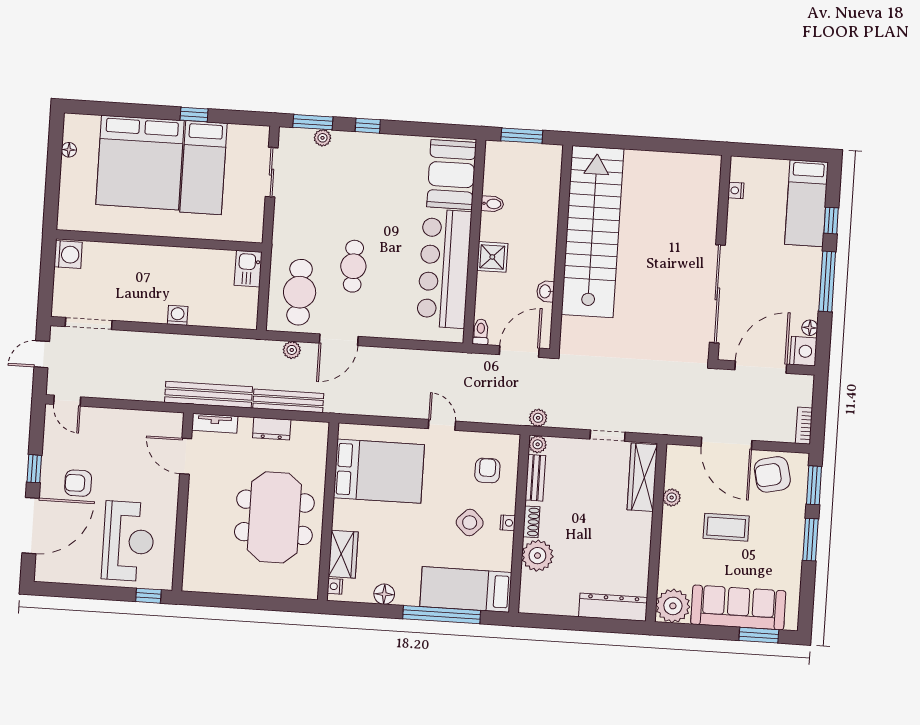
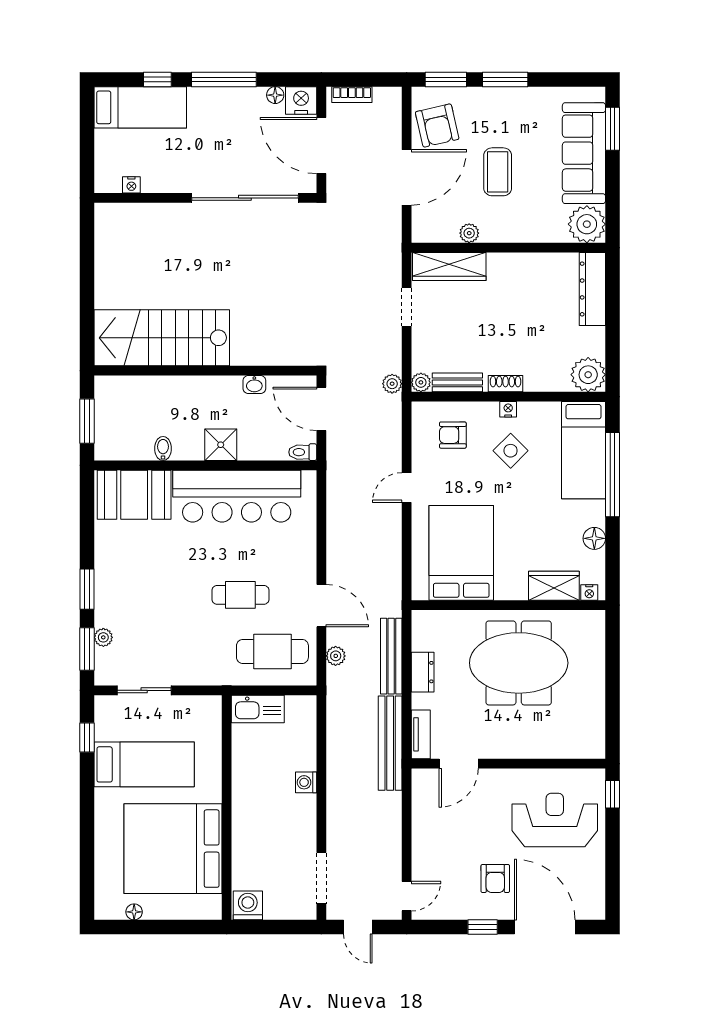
window: (194, 114) -> (87, 738), moved
window: (368, 126) -> (87, 589), width x1.50
bed: (140, 163) -> (173, 849), moved, turned 180
stairs: (592, 232) -> (162, 338), width x0.73
kitchen sink: (248, 269) -> (258, 709), width x1.38
bookcase: (804, 426) -> (352, 95), moved
plant: (537, 556) -> (588, 375), moved

